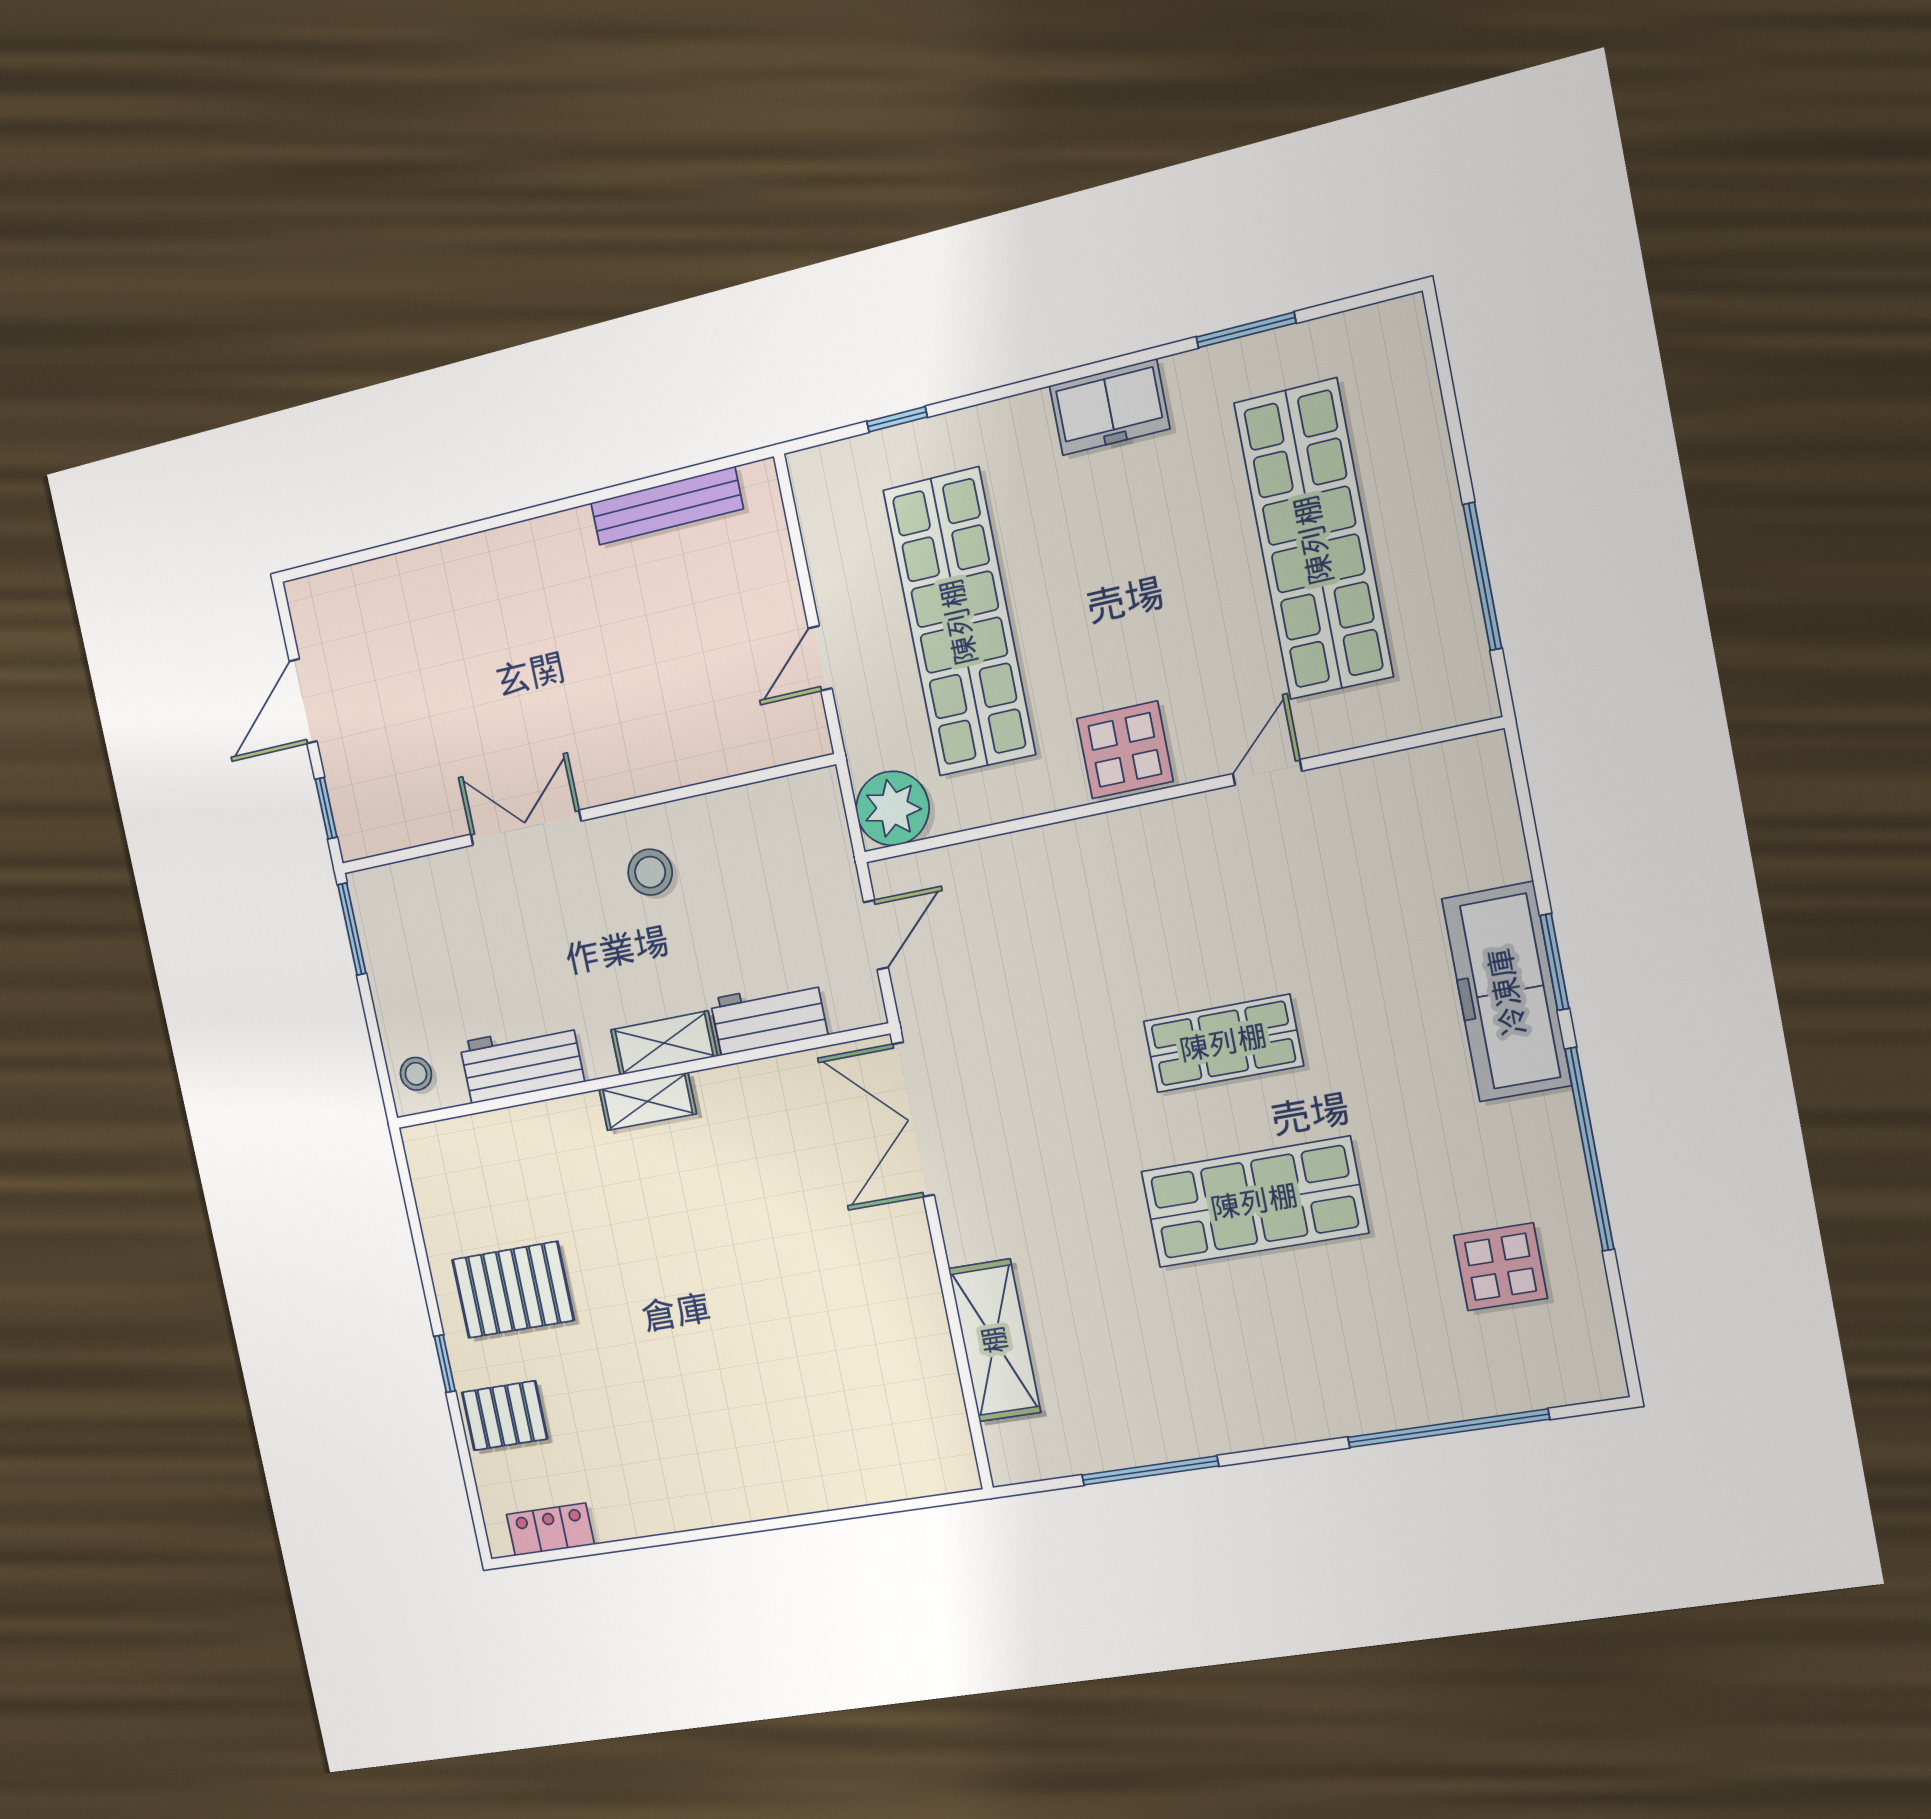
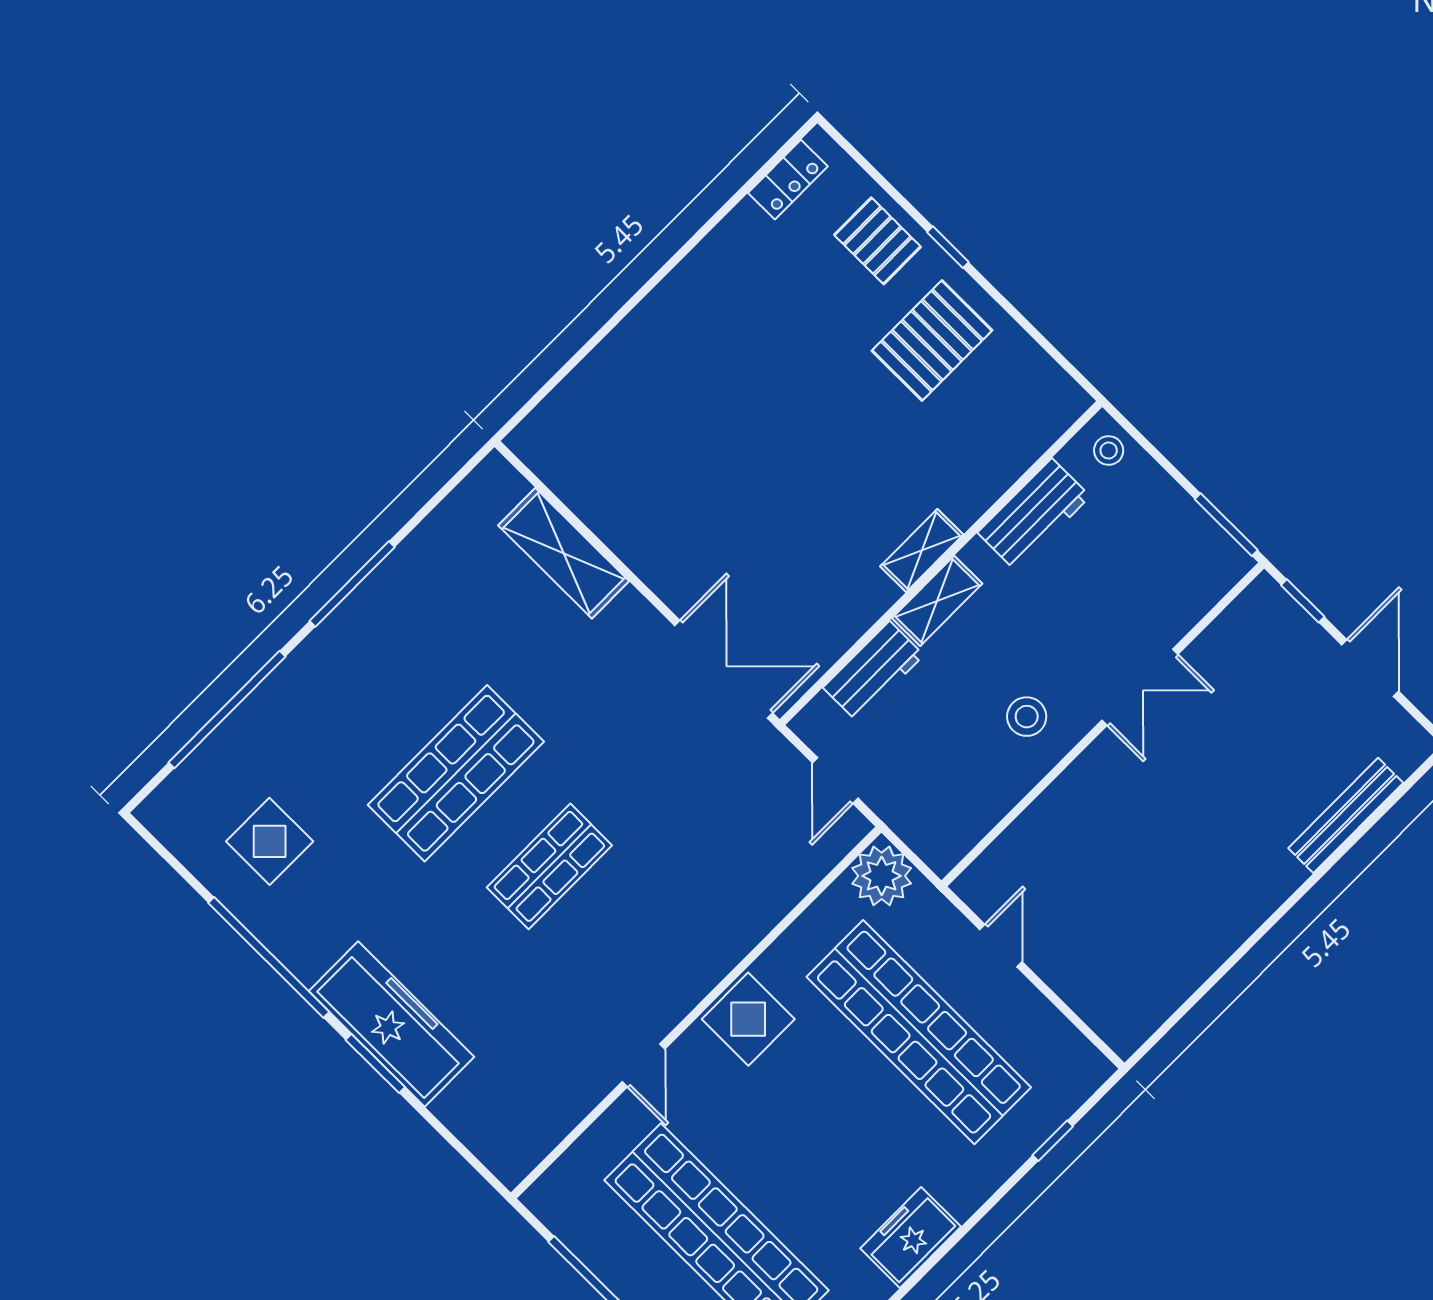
bench: (667, 506) -> (1346, 815), moved
pallet: (505, 1416) -> (878, 241), turned 90
window: (1150, 1471) -> (352, 584), moved

